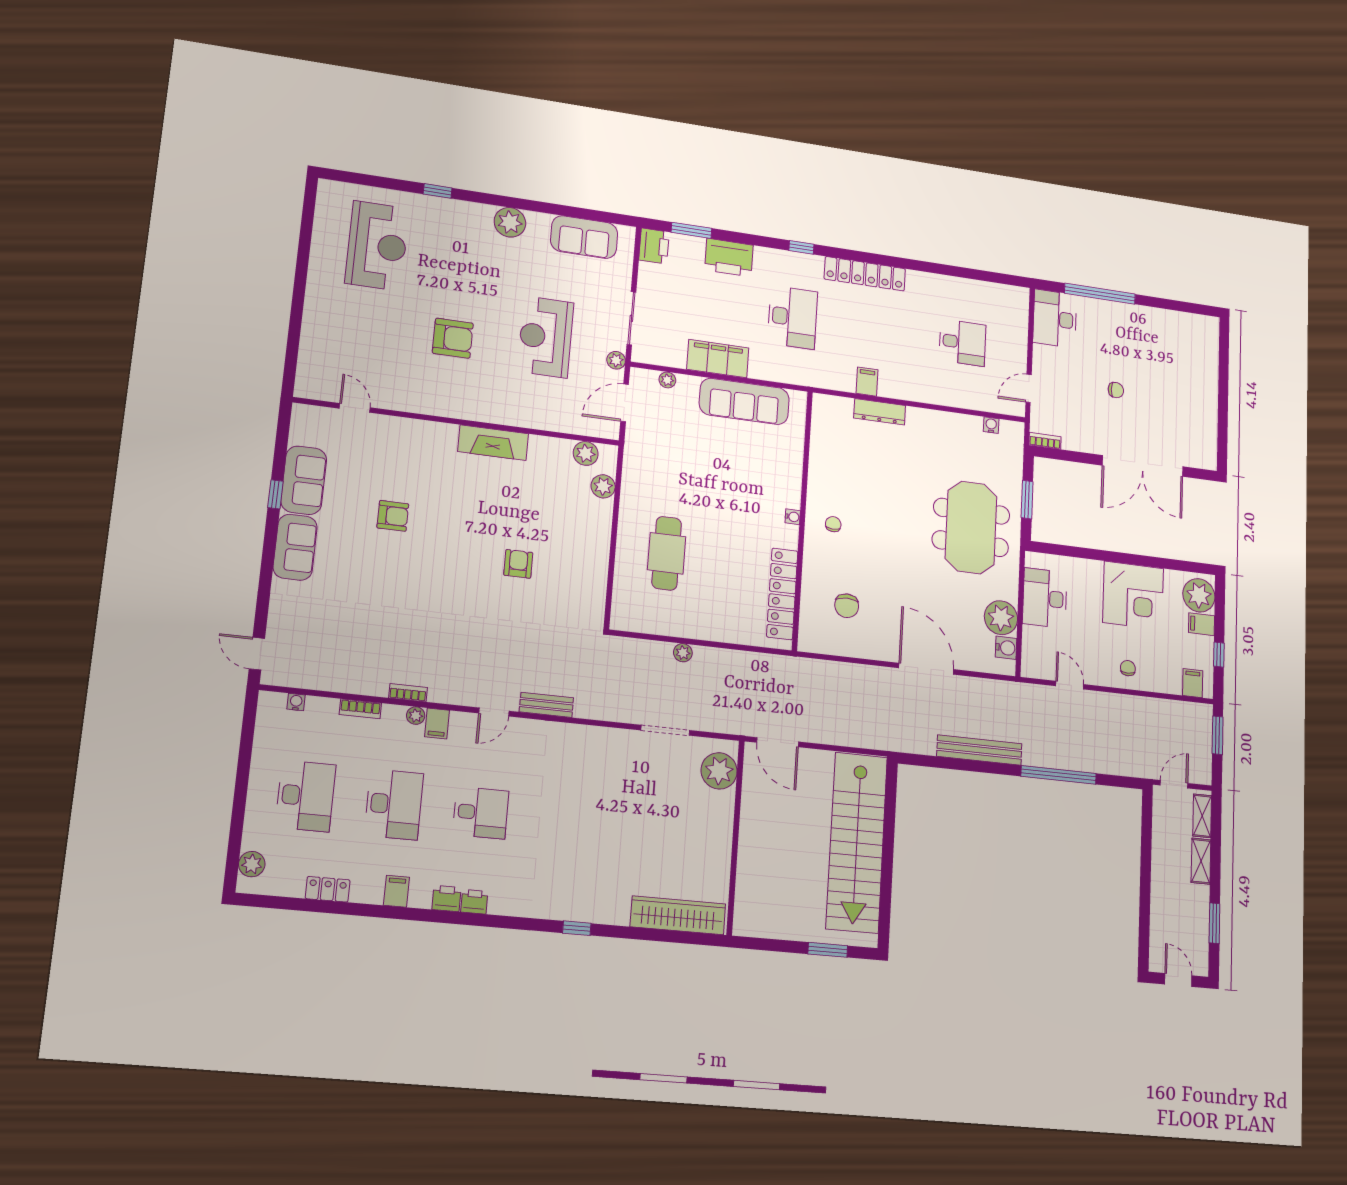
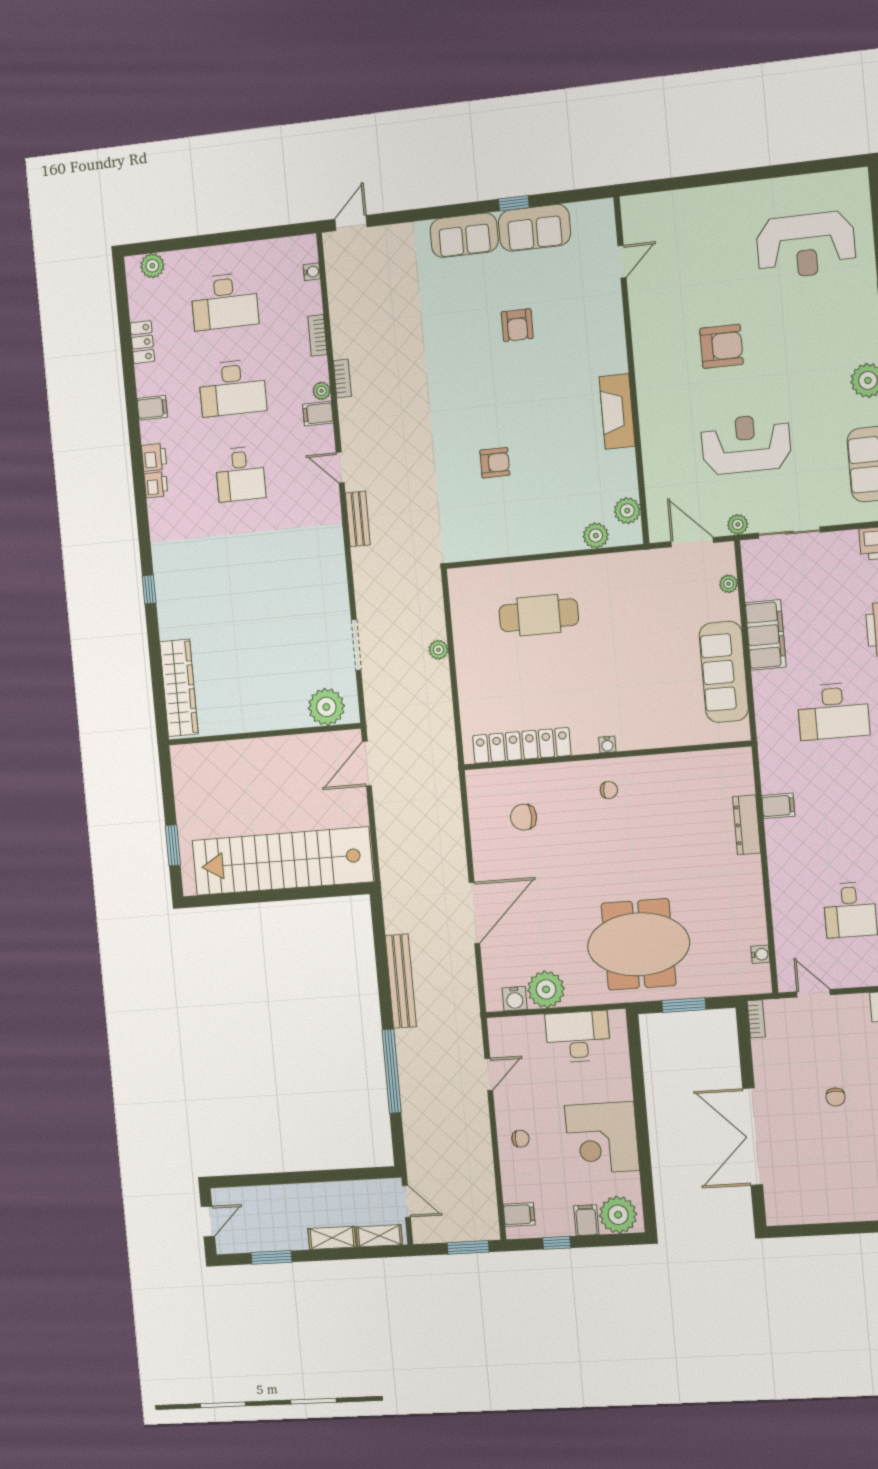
armchair: (453, 338) -> (721, 346), turned -90

